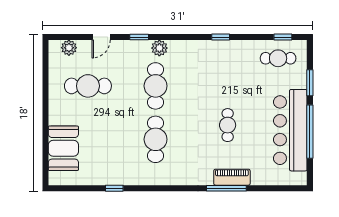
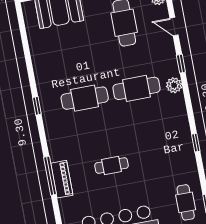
window: (114, 188) -> (37, 106), moved

